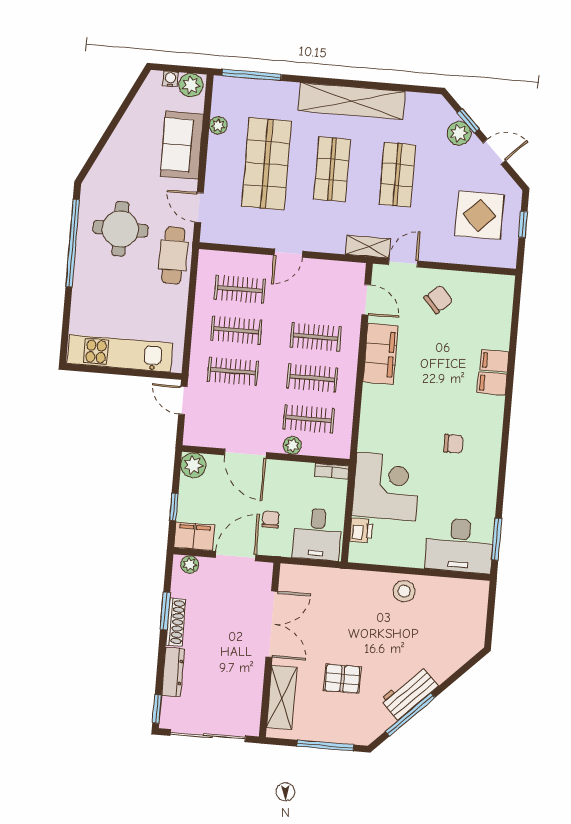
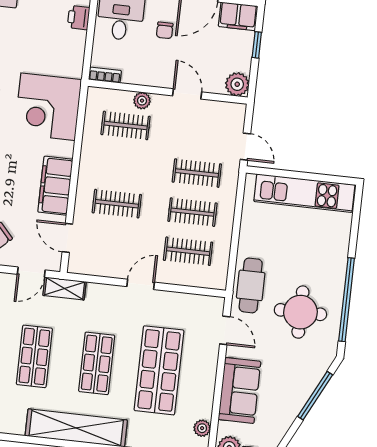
plant: (218, 125) -> (202, 428), moved
window: (103, 142) -> (315, 396), added
clothes rail: (312, 378) -> (121, 165), removed
door: (245, 454) -> (187, 94), width x0.73
corner desk: (386, 487) -> (48, 107), moved

